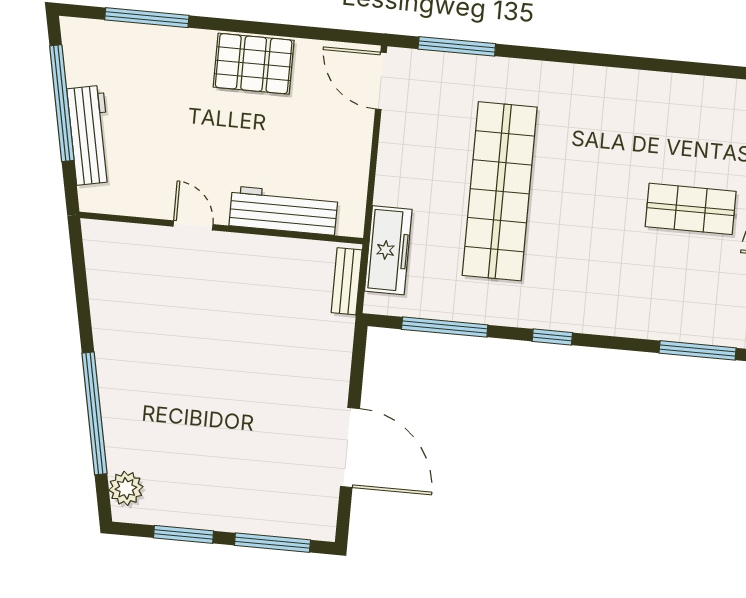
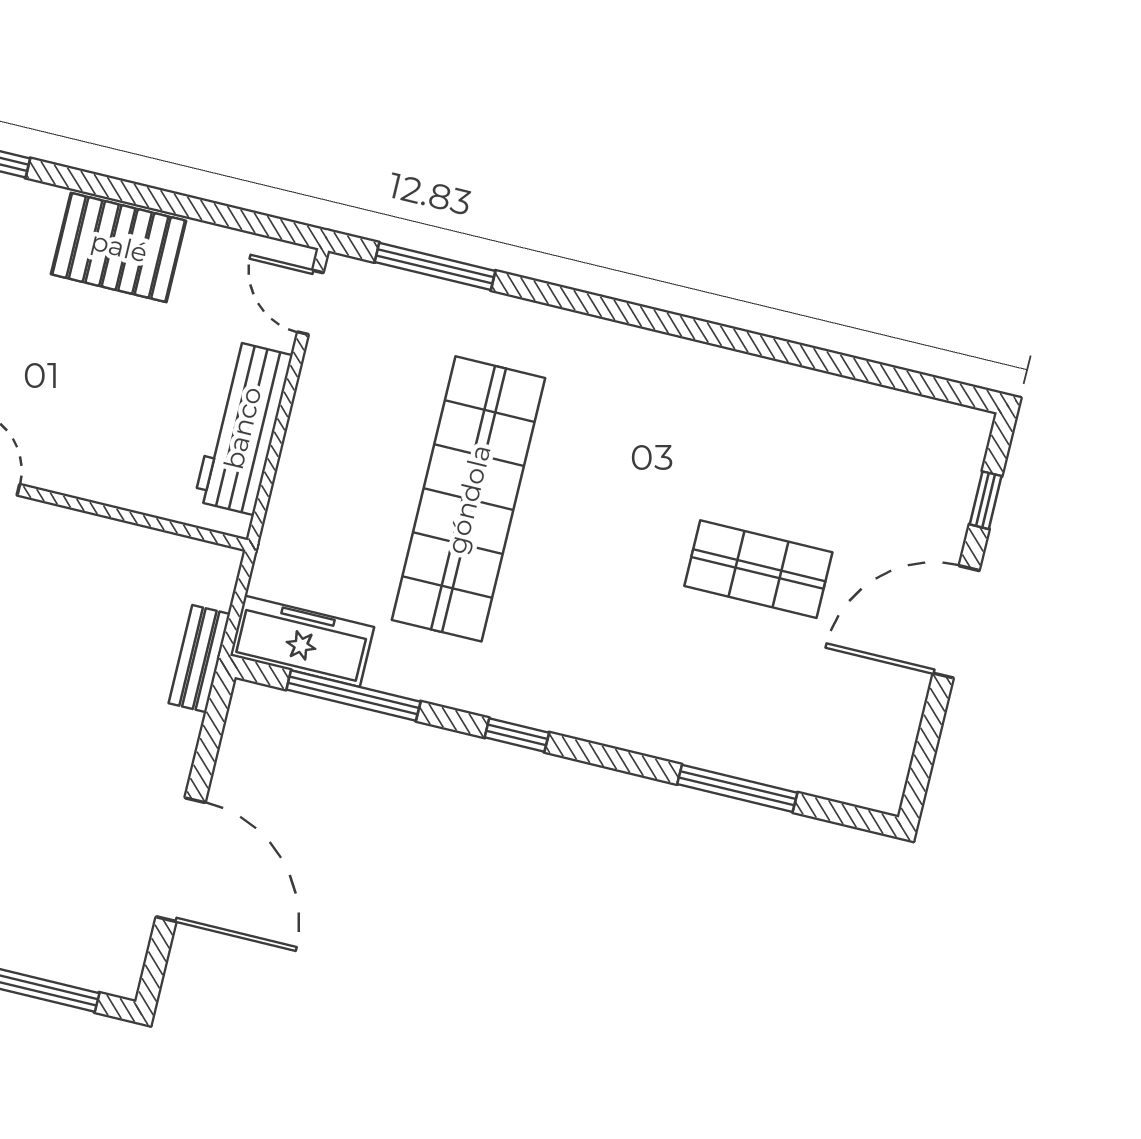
door: (381, 81) -> (310, 302), width x0.73
workbench: (284, 211) -> (243, 428), moved, turned -90
freezer: (388, 250) -> (302, 641), moved, turned -90
bench: (347, 281) -> (199, 659), moved

